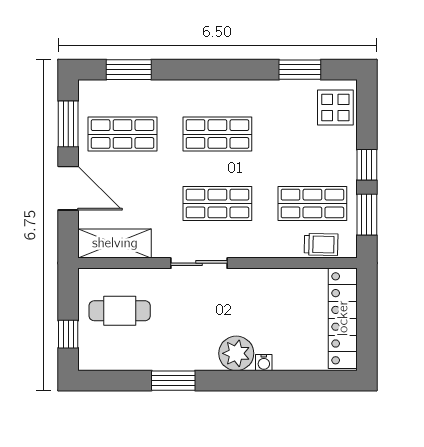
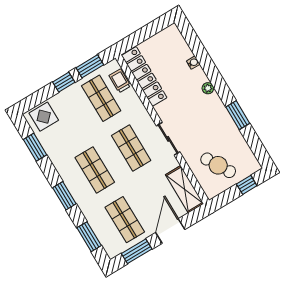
window: (207, 70) -> (64, 196), added
cafe table: (120, 311) -> (218, 165), turned -30
locker: (343, 318) -> (144, 76), moved, turned -90
plant: (236, 353) -> (208, 88), width x0.53, depth x0.53
water cooler: (264, 363) -> (193, 63), moved

